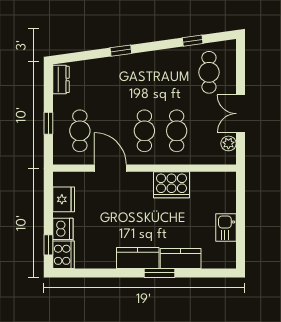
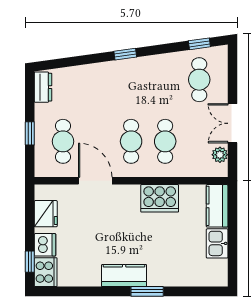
window: (193, 41) -> (199, 44), moved
window: (121, 51) -> (125, 54), moved
kitchen counter: (181, 258) -> (217, 206), moved, turned -90

